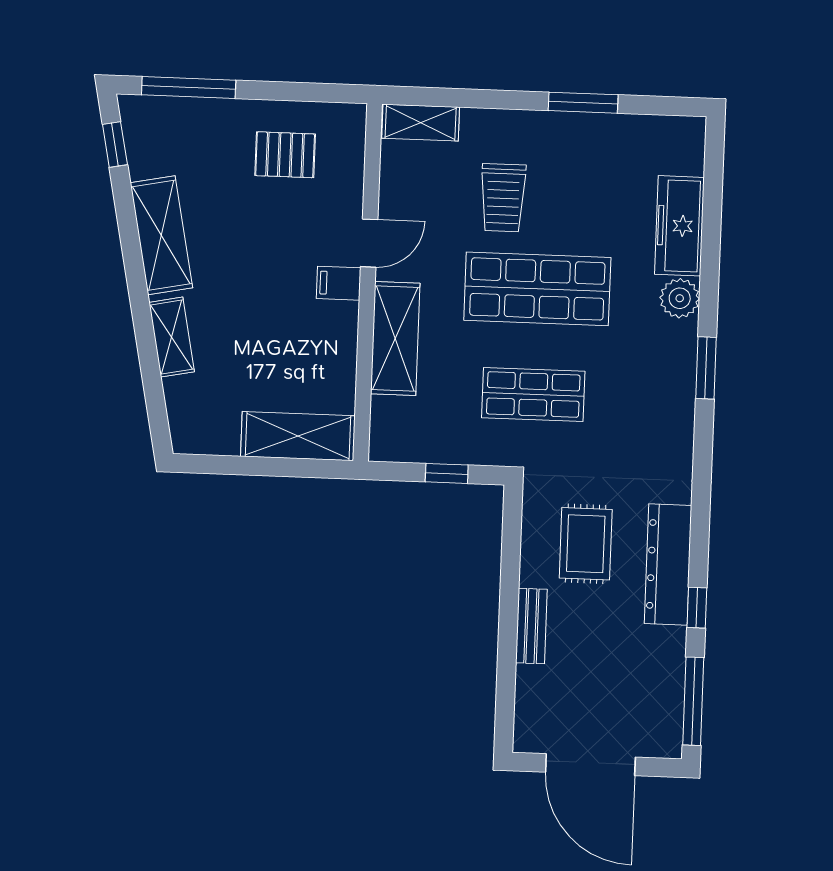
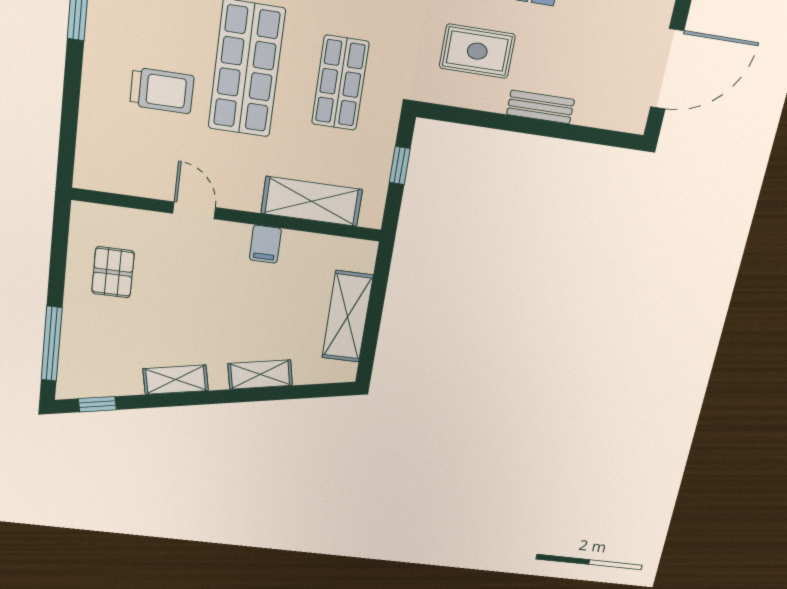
shelving: (421, 123) -> (90, 156), removed
shelving: (161, 235) -> (176, 380), width x0.67, depth x0.75
filing cabinet: (339, 283) -> (265, 244), moved
shelving: (395, 339) -> (312, 201), moved
shelving: (298, 436) -> (347, 317), moved

